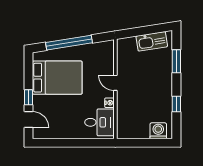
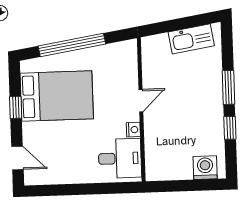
window: (176, 61) -> (228, 87), moved
door: (115, 83) -> (141, 101), swing flipped
window: (29, 97) -> (16, 107), moved

